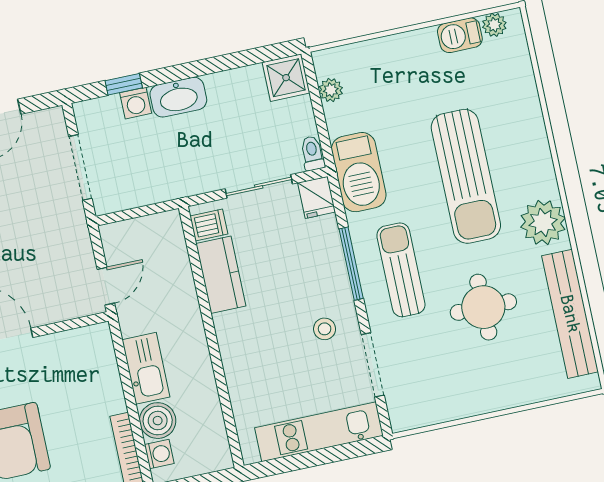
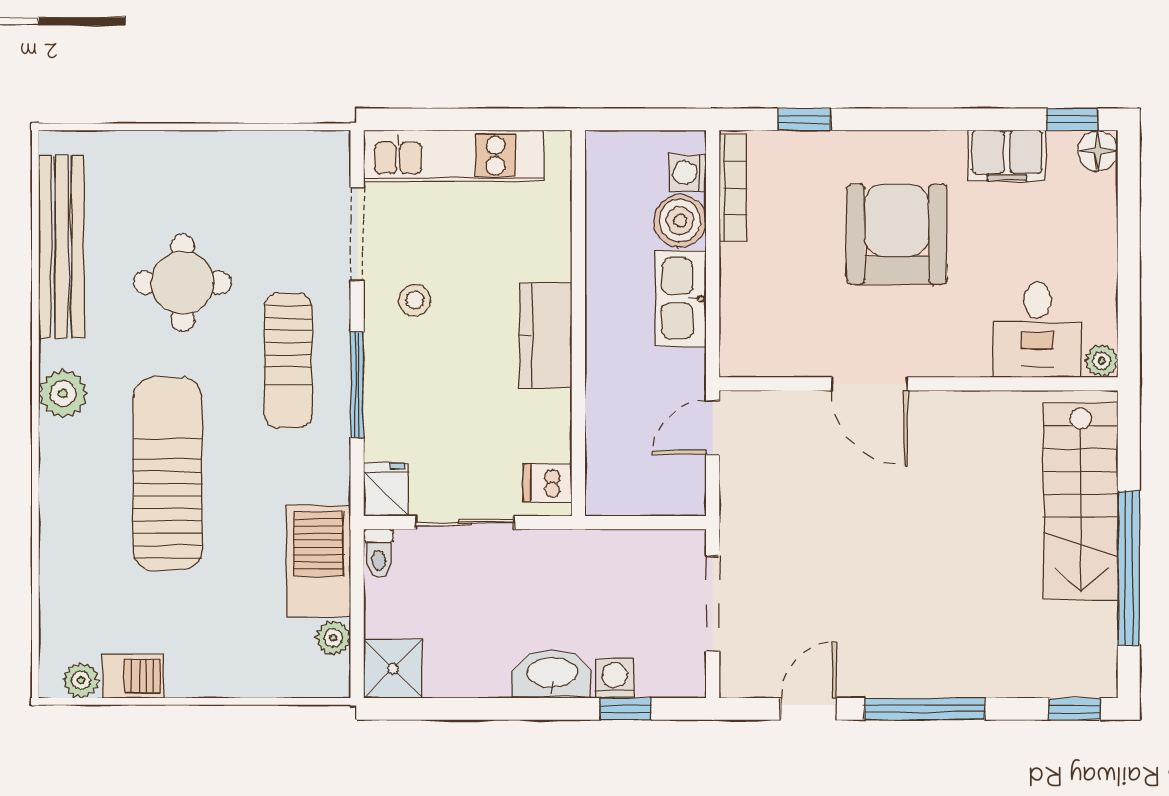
barbecue: (359, 172) -> (318, 561), moved
plant: (543, 222) -> (63, 394), width x0.73, depth x0.73
kitchen counter: (221, 275) -> (546, 336), moved

